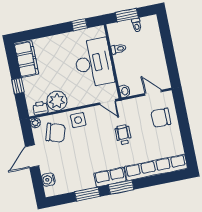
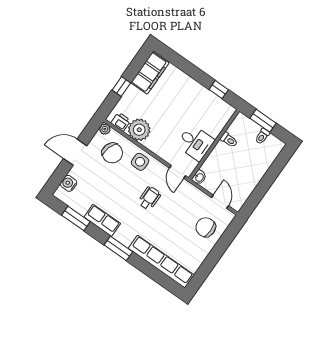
desk: (94, 63) -> (195, 143), width x0.53, depth x0.77
wheelchair: (123, 135) -> (149, 198), moved
row of seats: (110, 177) -> (102, 220), moved
window: (87, 194) -> (76, 218), moved

